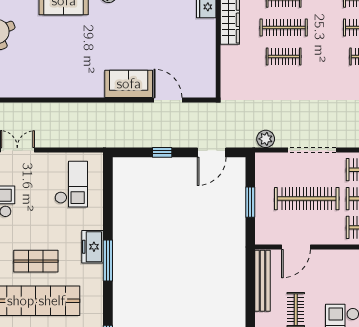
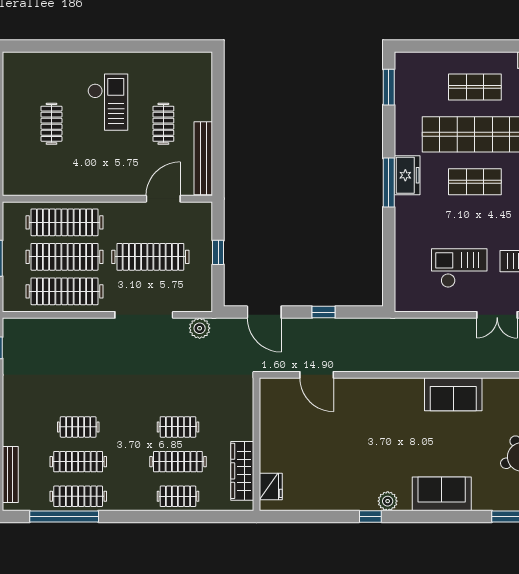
sofa: (129, 84) -> (453, 394), moved
door: (212, 152) -> (264, 312), swing flipped
checkout: (71, 184) -> (459, 268), moved, turned 90
window: (250, 202) -> (218, 252), width x0.67
freezer: (92, 247) -> (407, 175), moved

